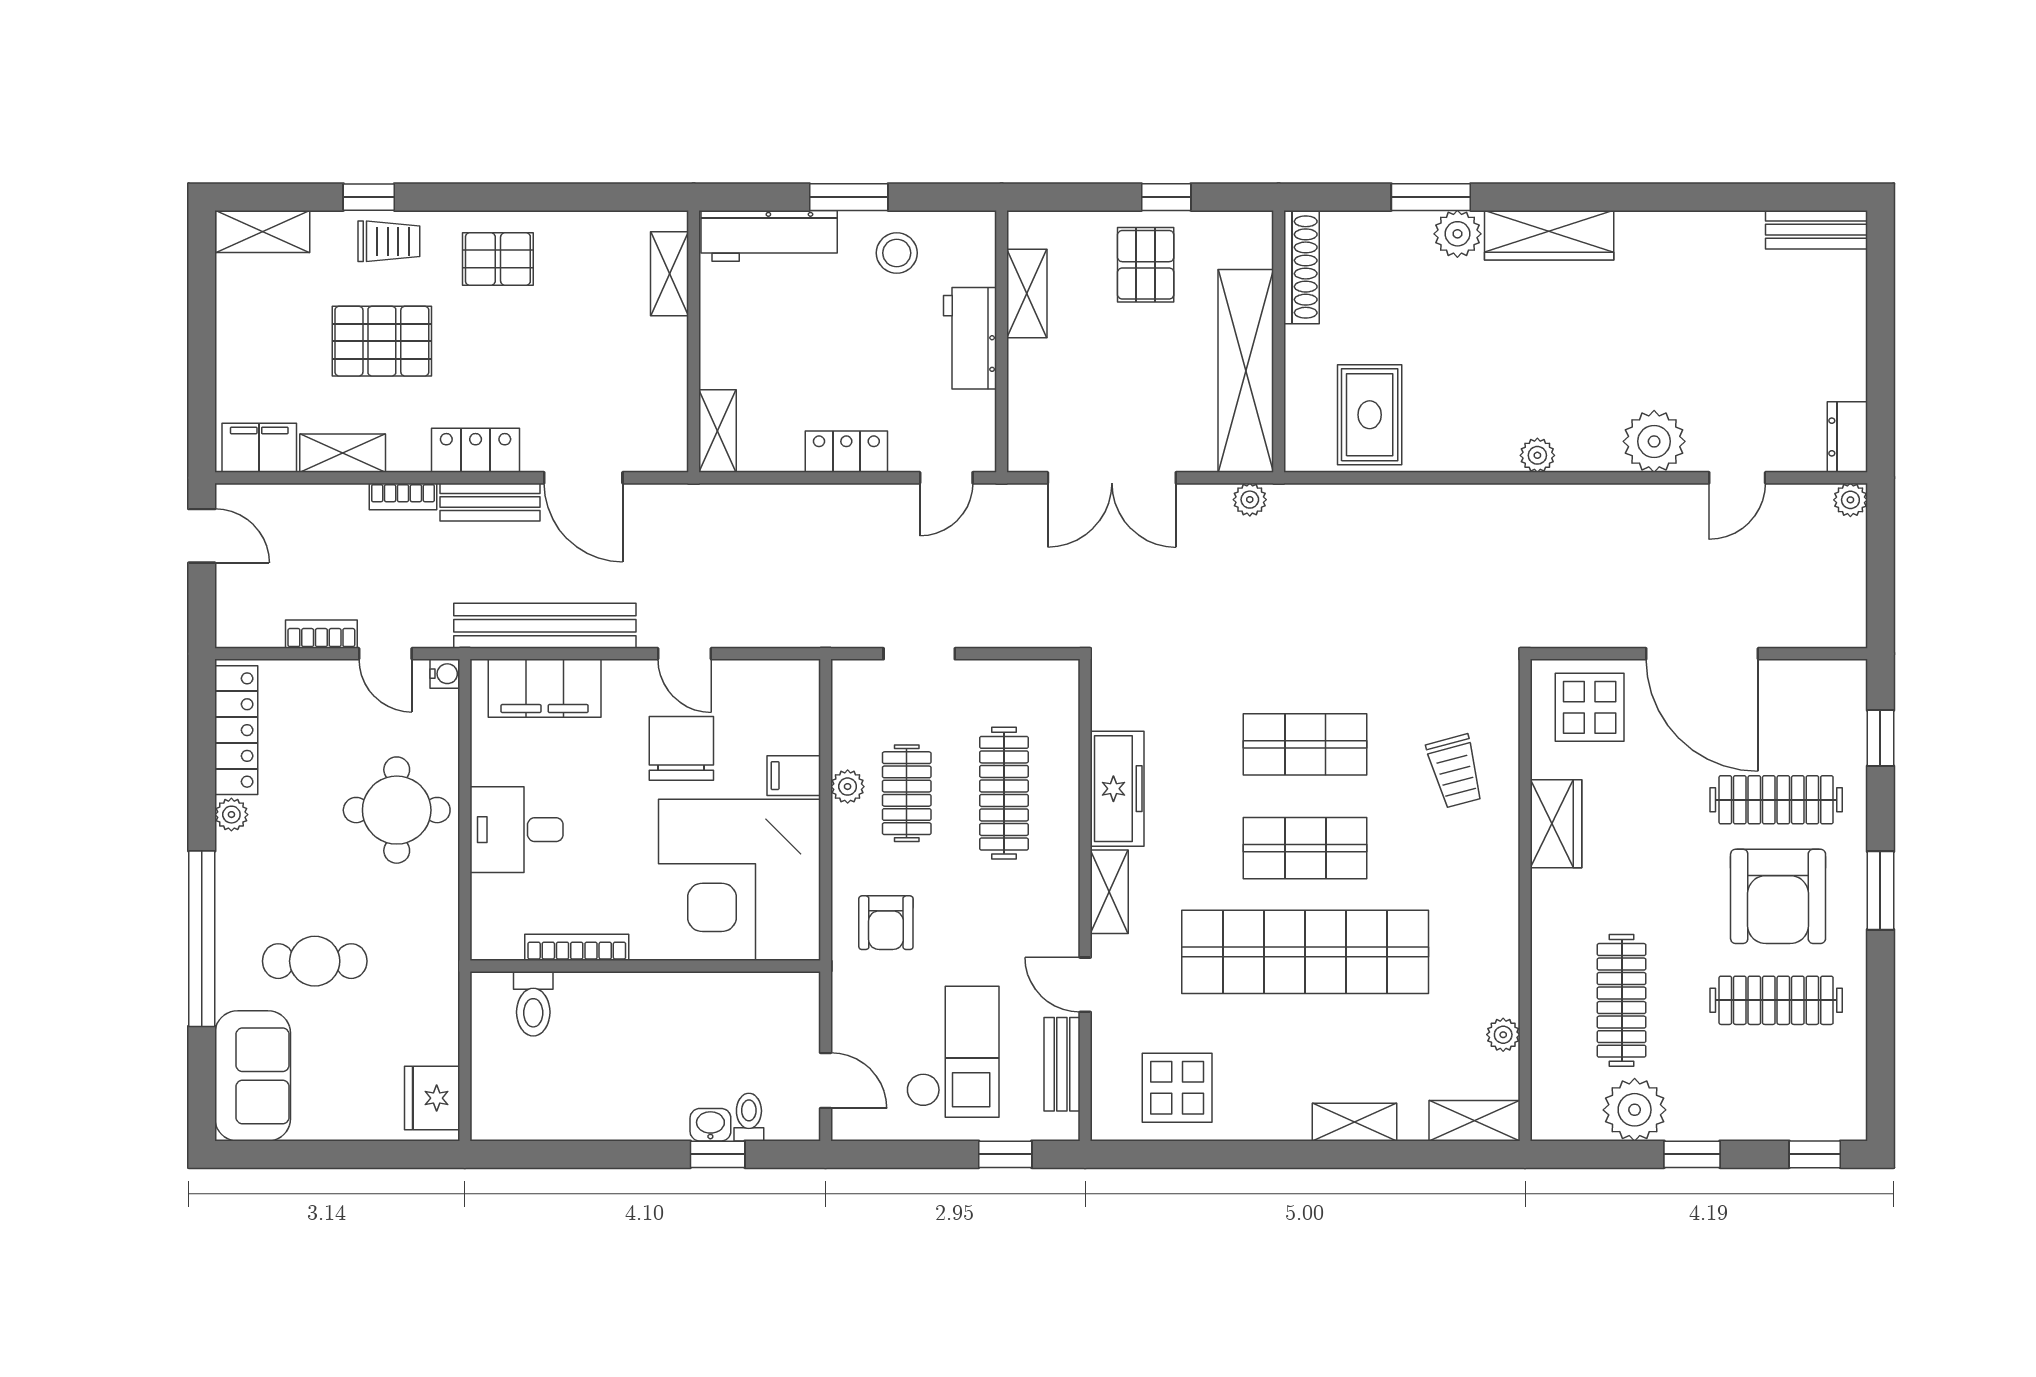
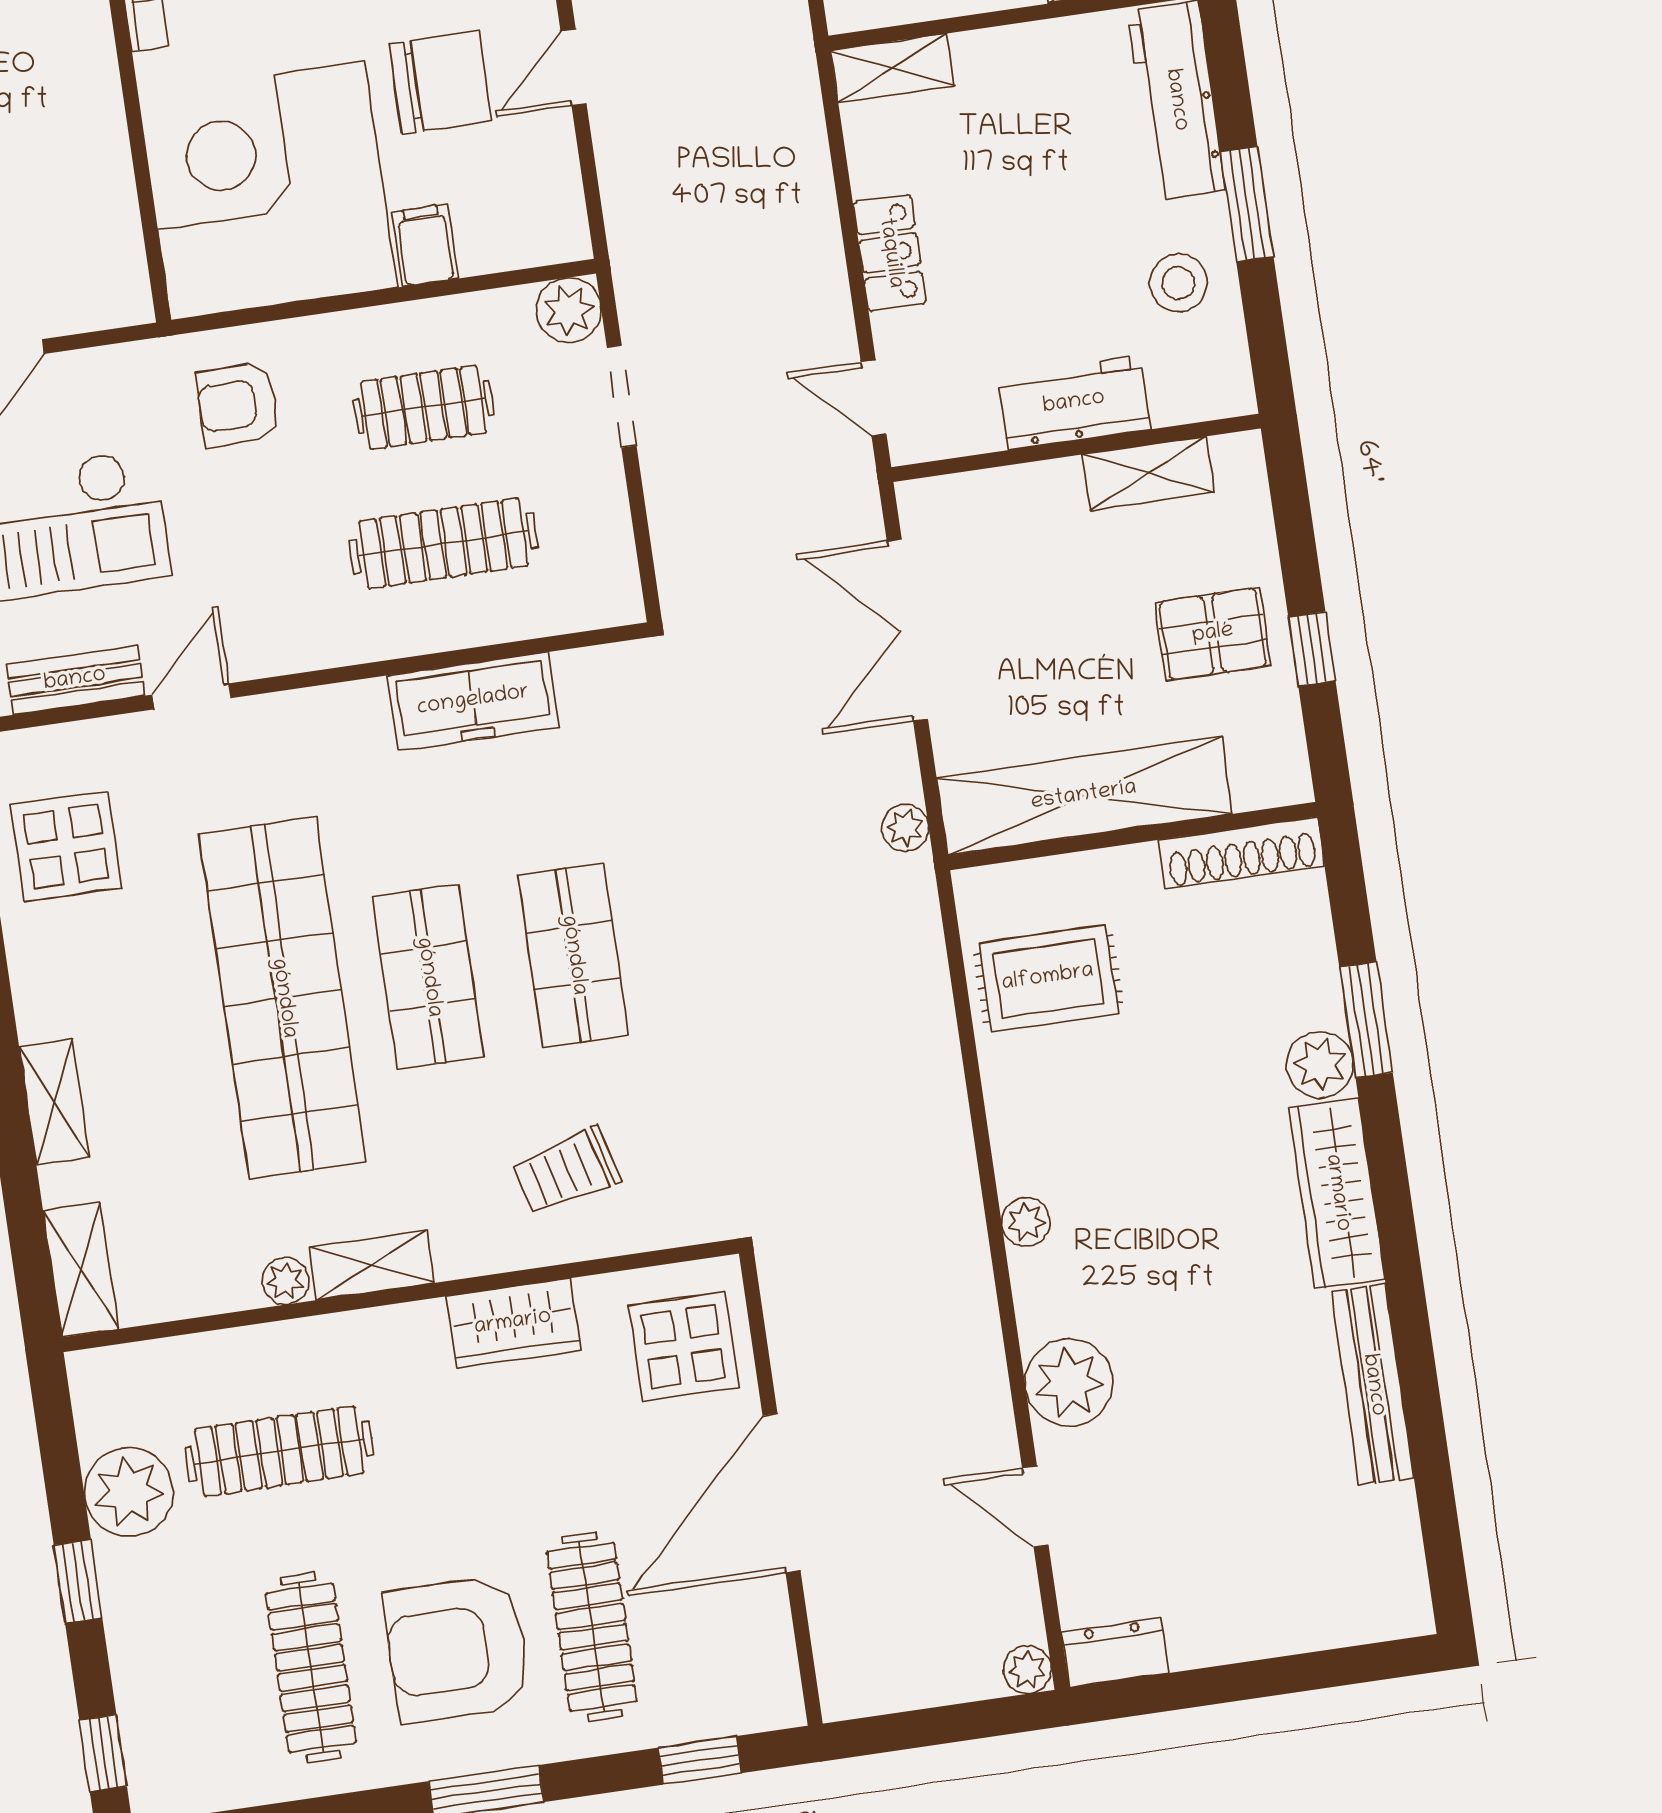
bench: (1816, 230) -> (1373, 1385), moved, width x1.36
plant: (848, 787) -> (569, 310), moved, width x1.38, depth x1.38
shelving: (1109, 892) -> (372, 1265), moved
plant: (1503, 1035) -> (285, 1281), moved

